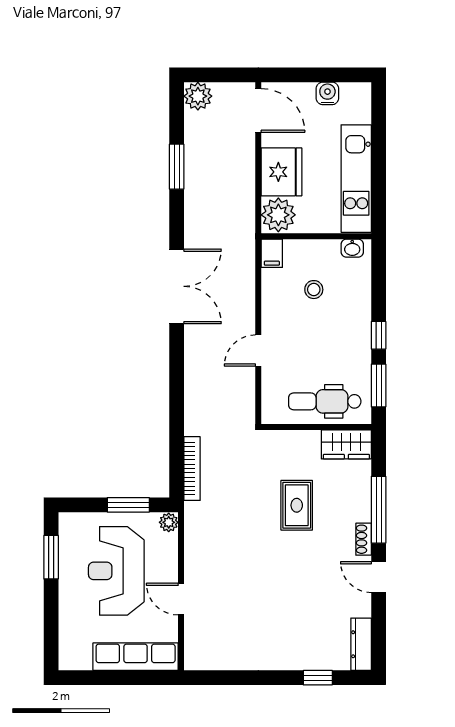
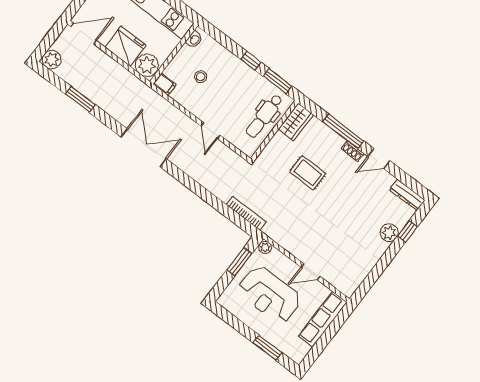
window: (51, 557) -> (268, 348), moved
plant: (300, 657) -> (389, 233), added

